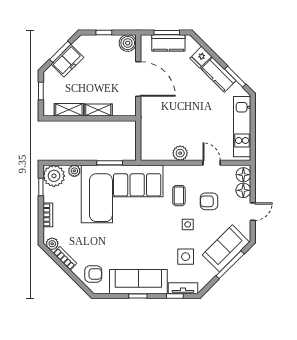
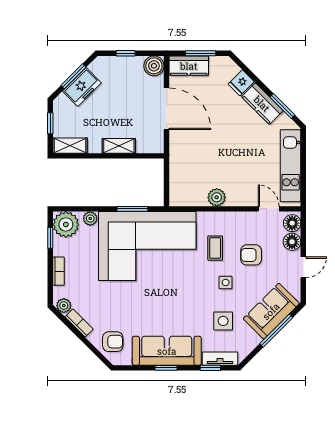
kitchen counter: (168, 43) -> (189, 66), moved
shelving: (69, 110) -> (70, 146), moved
door: (212, 163) -> (269, 209), moved

